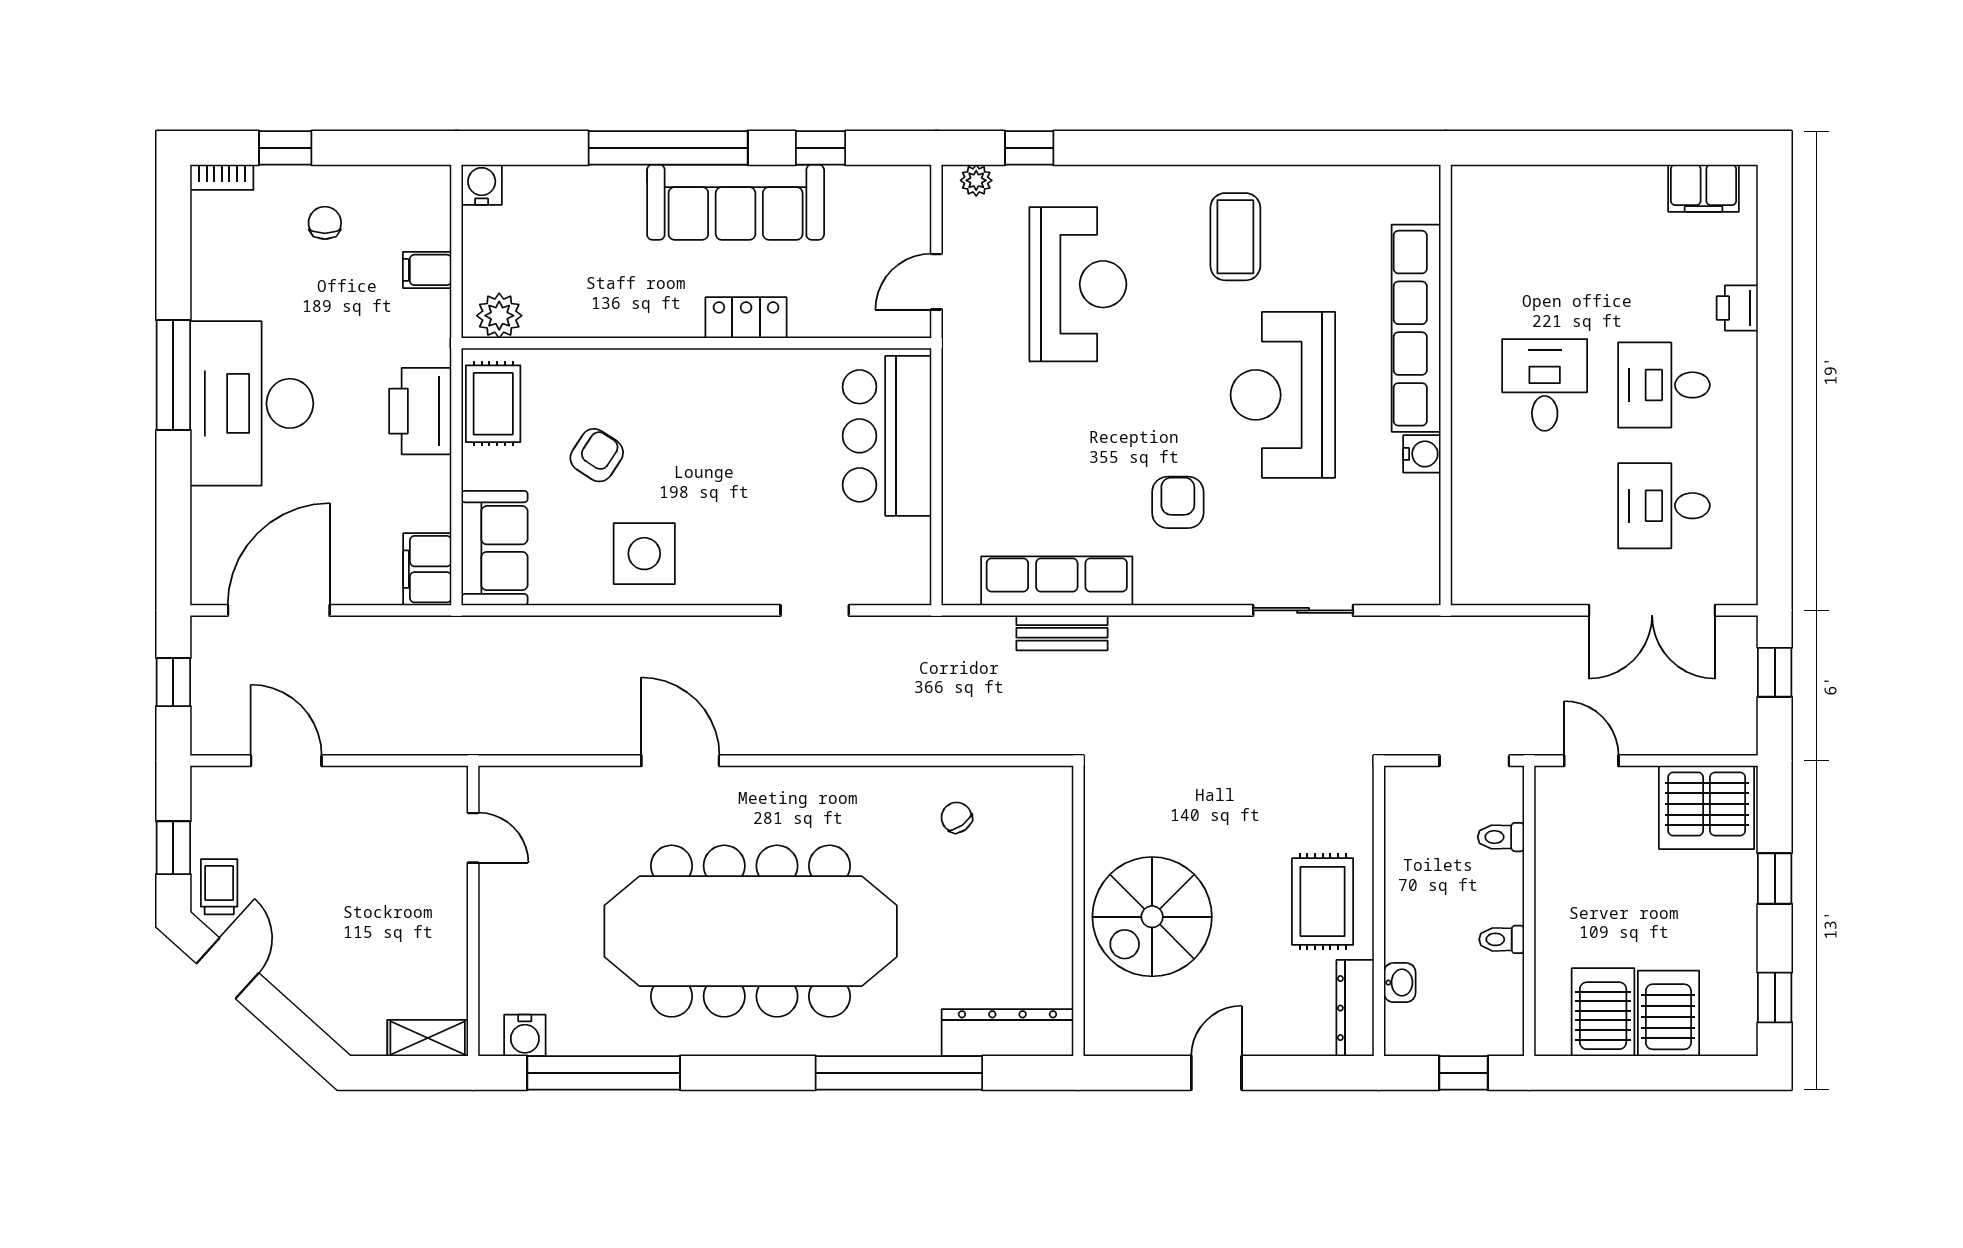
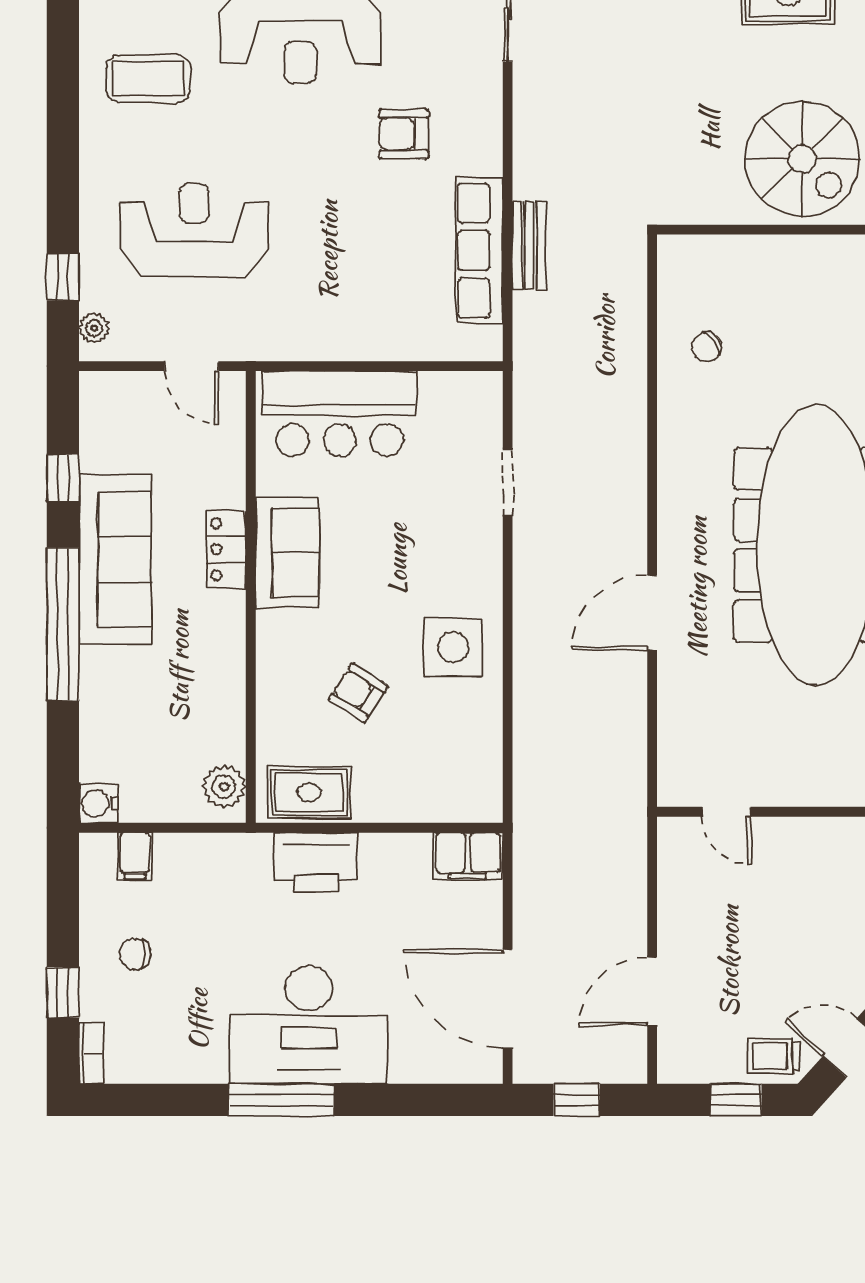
filing cabinet: (427, 270) -> (135, 856), moved
sofa: (495, 548) -> (287, 553), moved, turned 90
door: (473, 838) -> (726, 812), swing flipped

